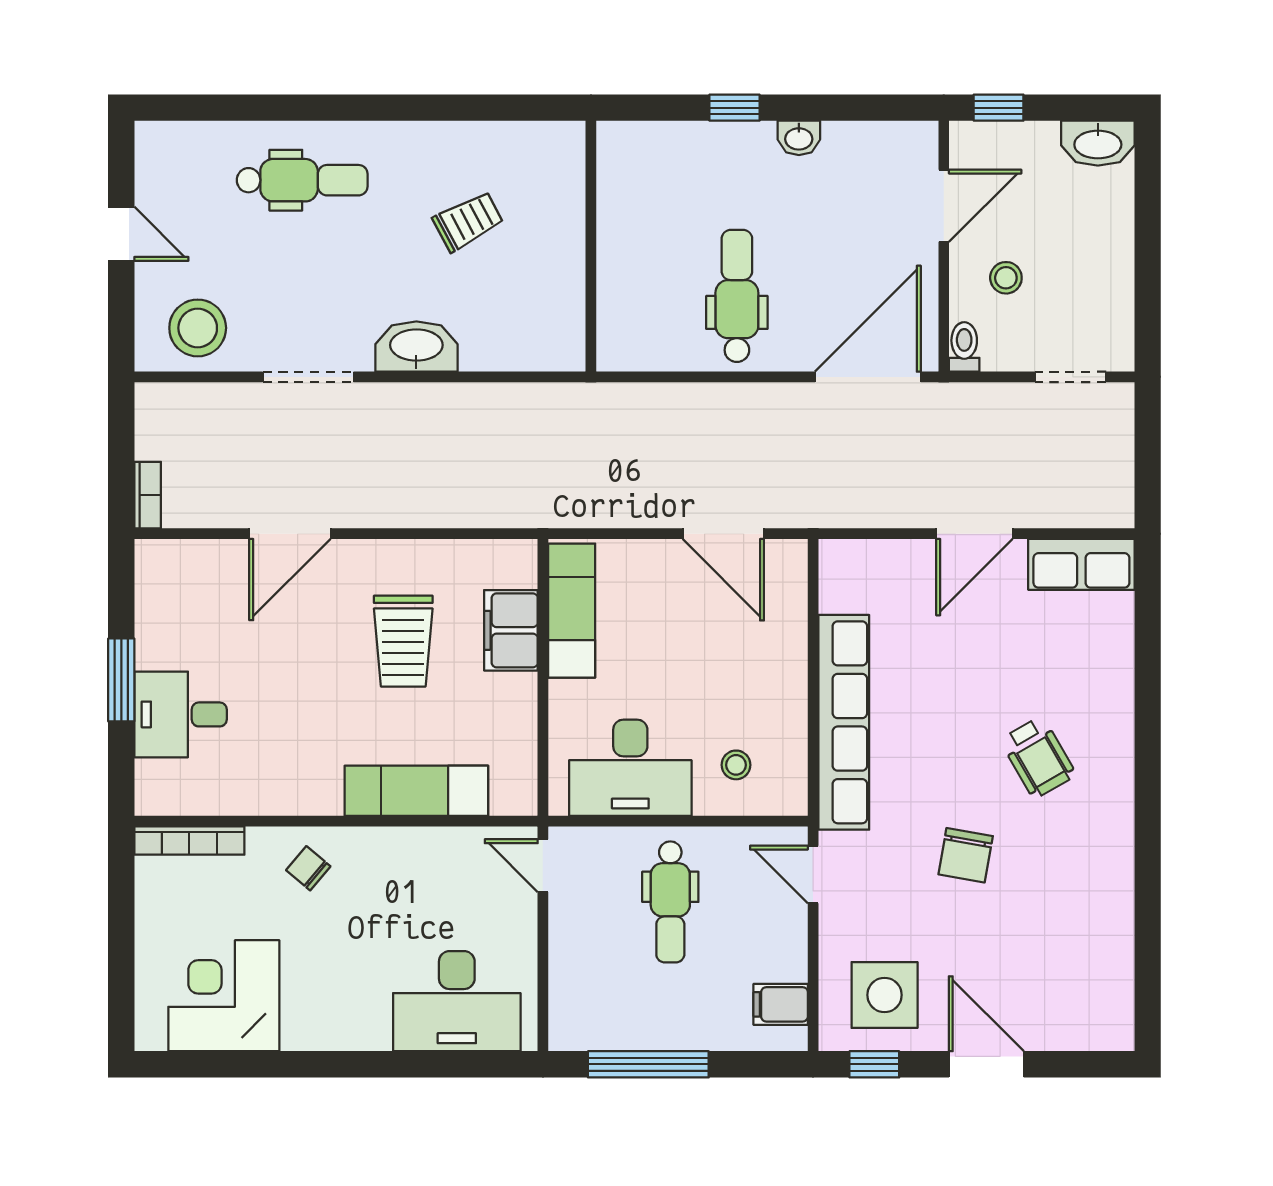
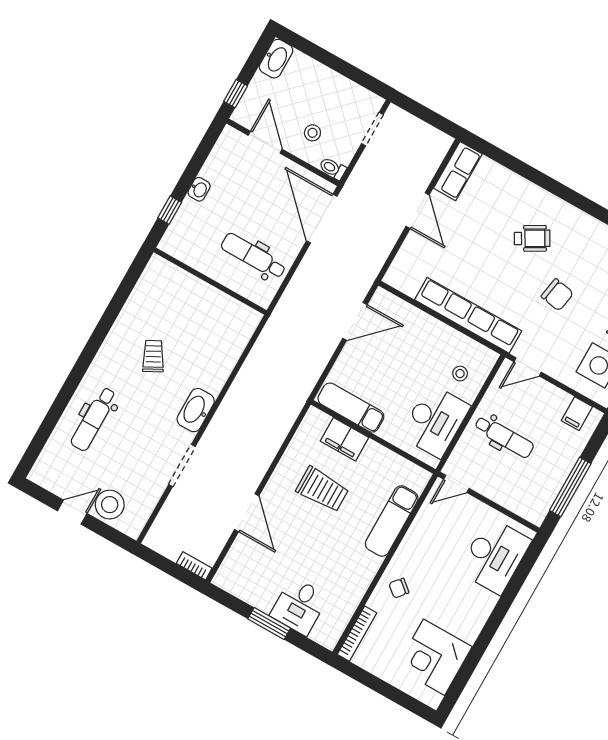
dental chair: (302, 180) -> (94, 419), turned 180
wall: (591, 246) -> (210, 281), moved
stool: (198, 328) -> (110, 505), moved

